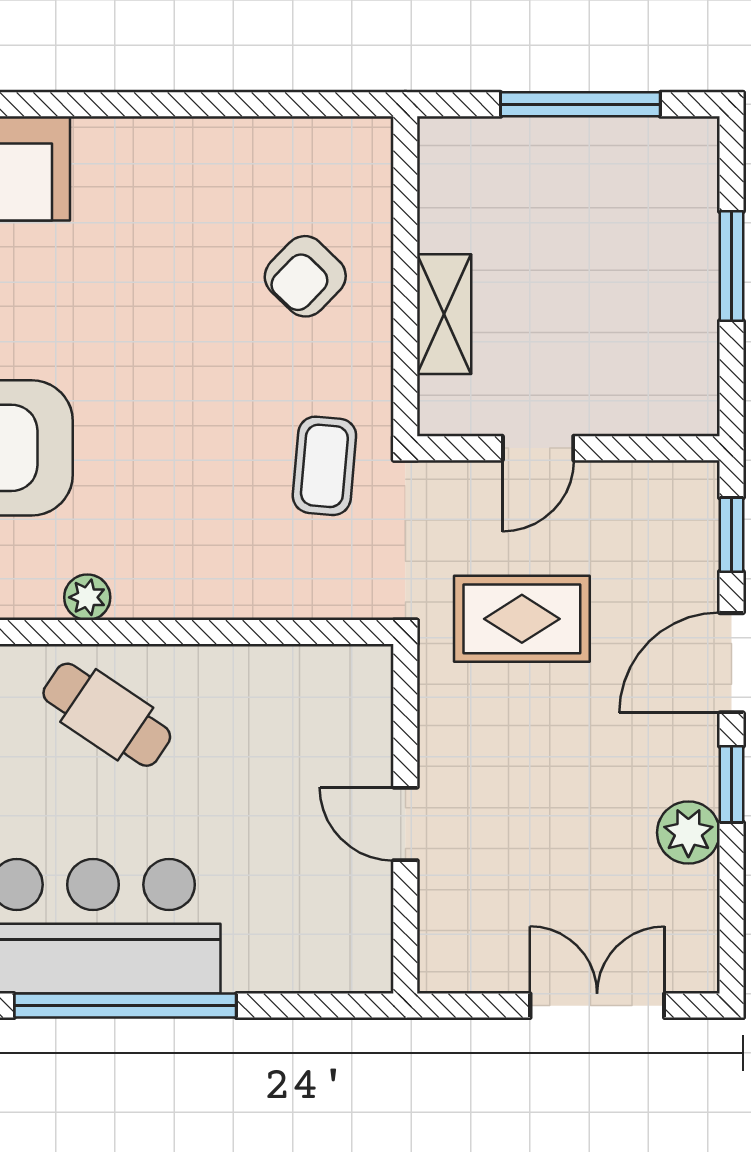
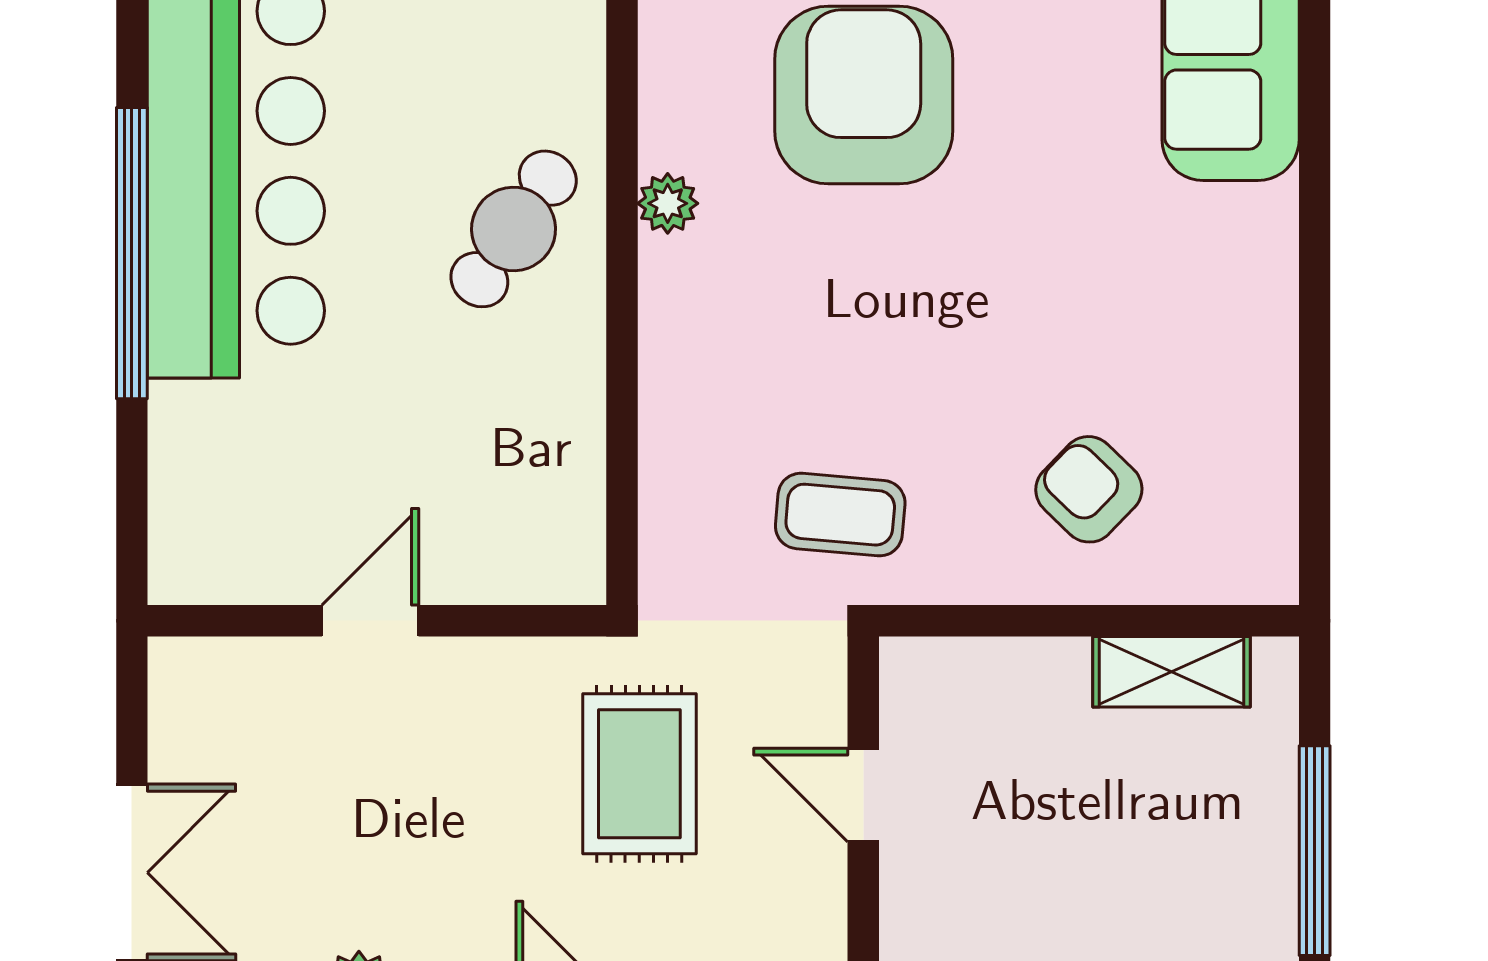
shelving: (444, 314) -> (1172, 672), moved

